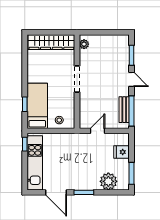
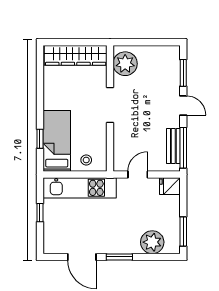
plant: (84, 44) -> (125, 64), width x1.87, depth x1.87
window: (25, 144) -> (40, 213), moved
fridge: (122, 152) -> (170, 186), moved
kitchen unit: (35, 163) -> (80, 188), moved, turned 90

